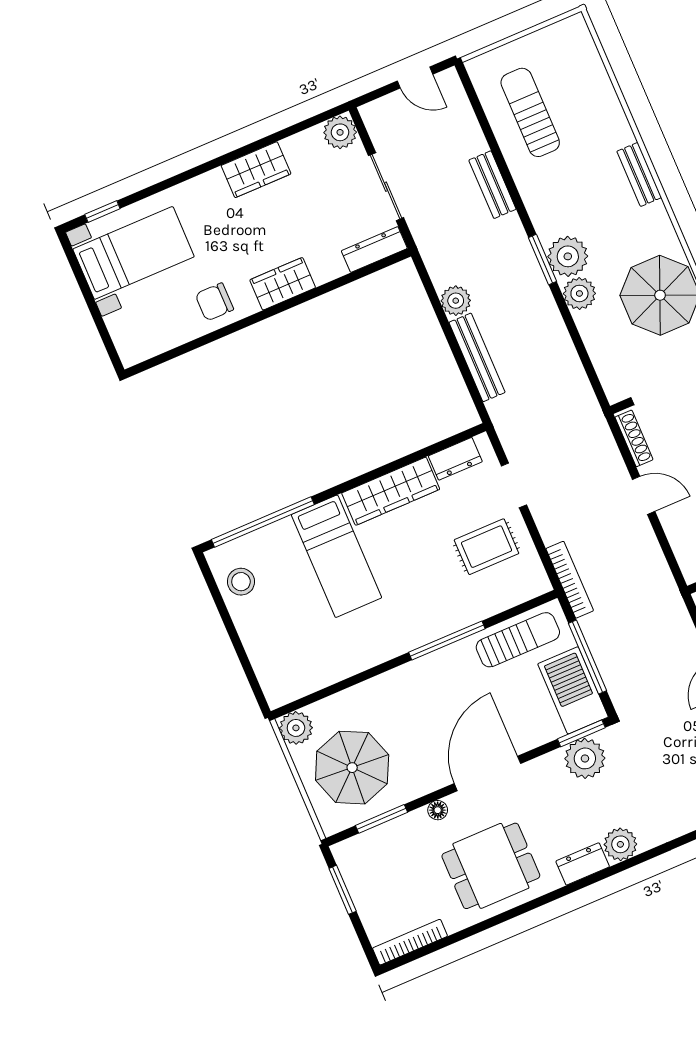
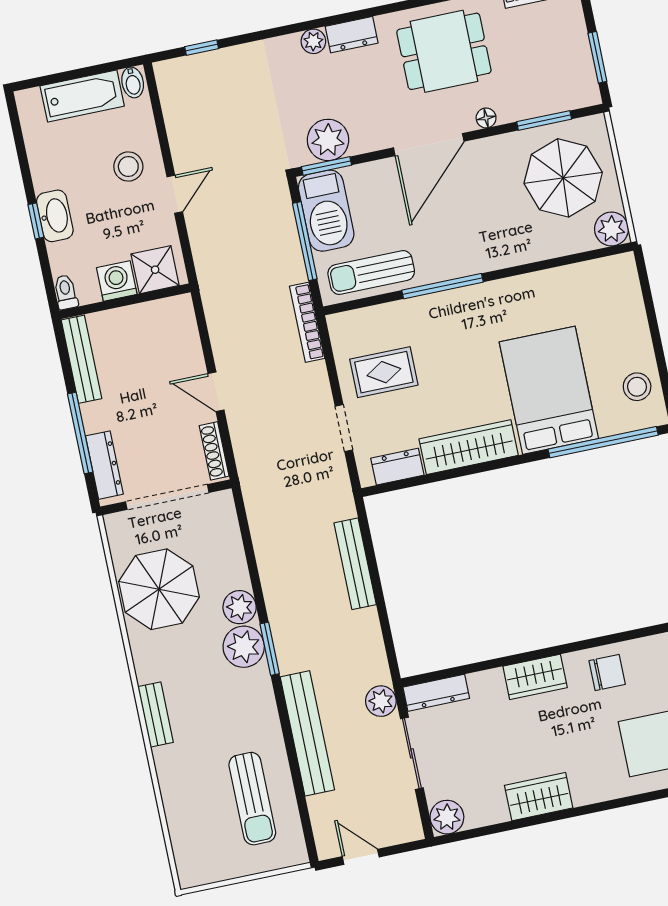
bench: (492, 185) -> (307, 733), width x1.86, depth x1.21
plant: (456, 301) -> (381, 701), moved
bed: (336, 556) -> (549, 390), width x1.50
plant: (620, 844) -> (313, 41), width x0.73, depth x0.73

